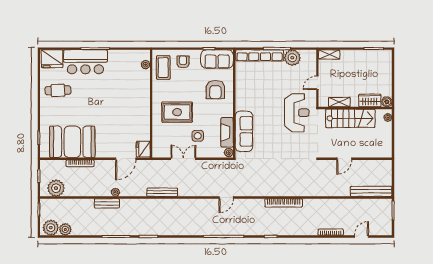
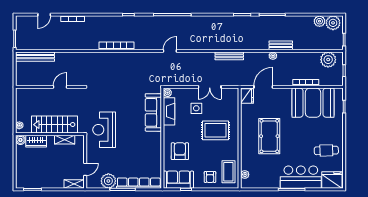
door: (317, 83) -> (85, 169), moved
pool table: (119, 106) -> (269, 136), added

